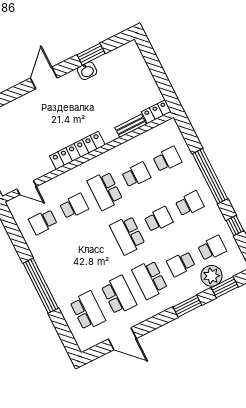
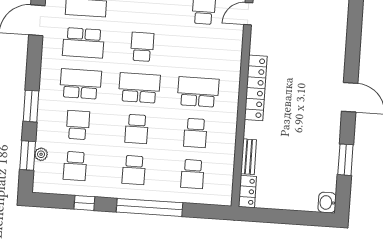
washbasin: (87, 71) -> (327, 203), moved
school desk: (74, 206) -> (142, 47), moved, turned 180
plant: (212, 276) -> (41, 154), width x0.53, depth x0.53

